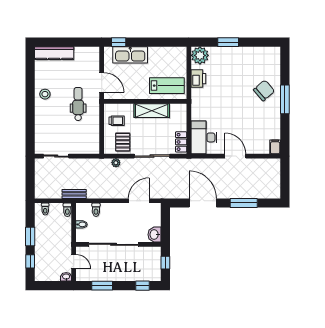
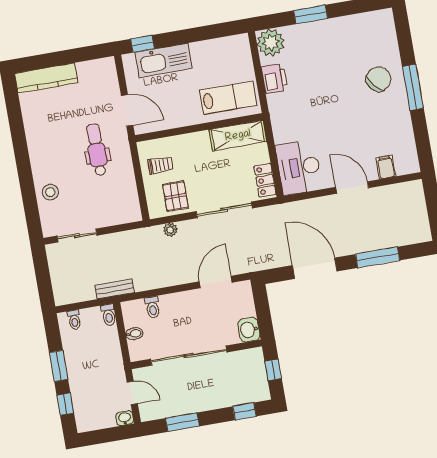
stool: (45, 94) -> (50, 192), moved
shelving: (152, 111) -> (238, 136), moved
filing cabinet: (275, 147) -> (386, 167), moved

